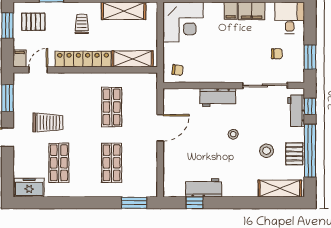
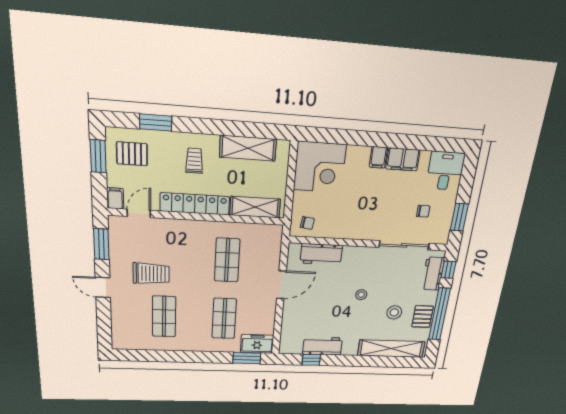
workbench: (218, 97) -> (321, 254), moved
freezer: (29, 188) -> (257, 344), moved
shelving: (280, 188) -> (391, 349), width x1.47

